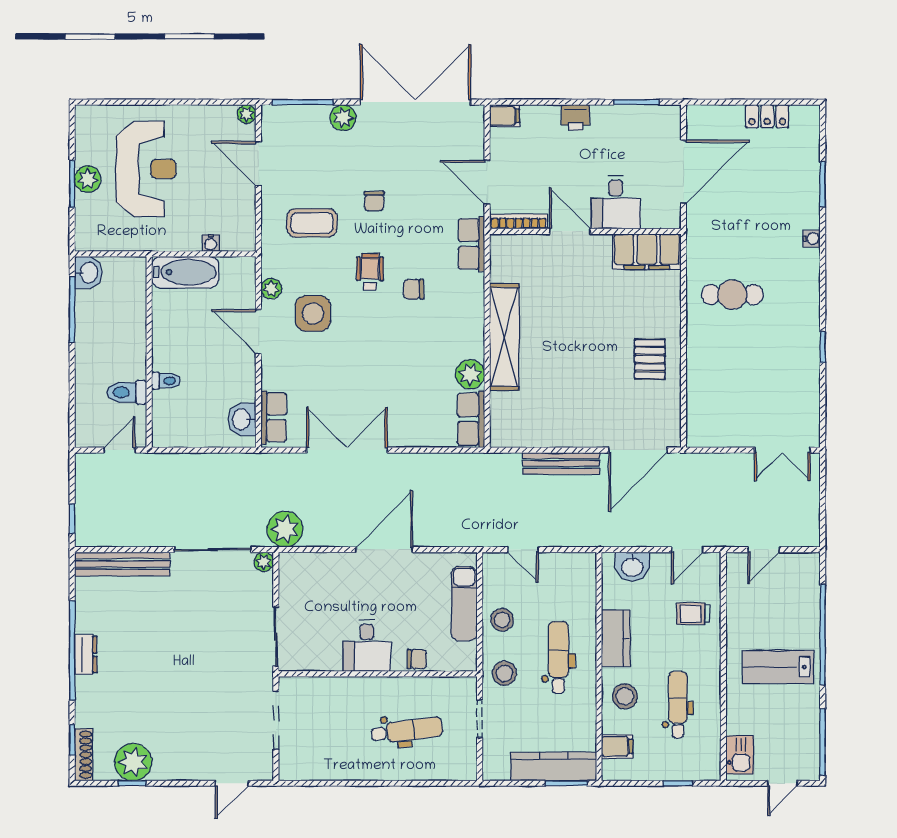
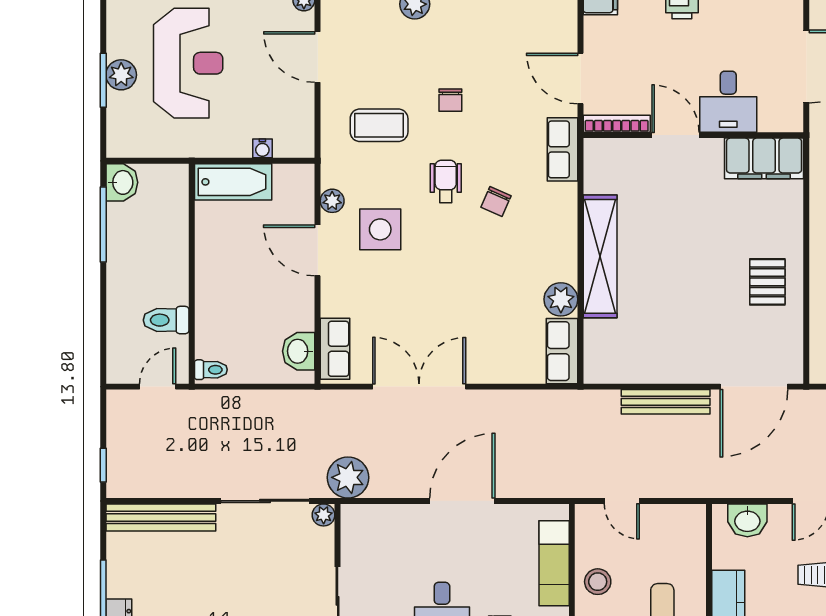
chair: (414, 289) -> (496, 201), turned -66
toilet: (166, 381) -> (211, 370), moved

